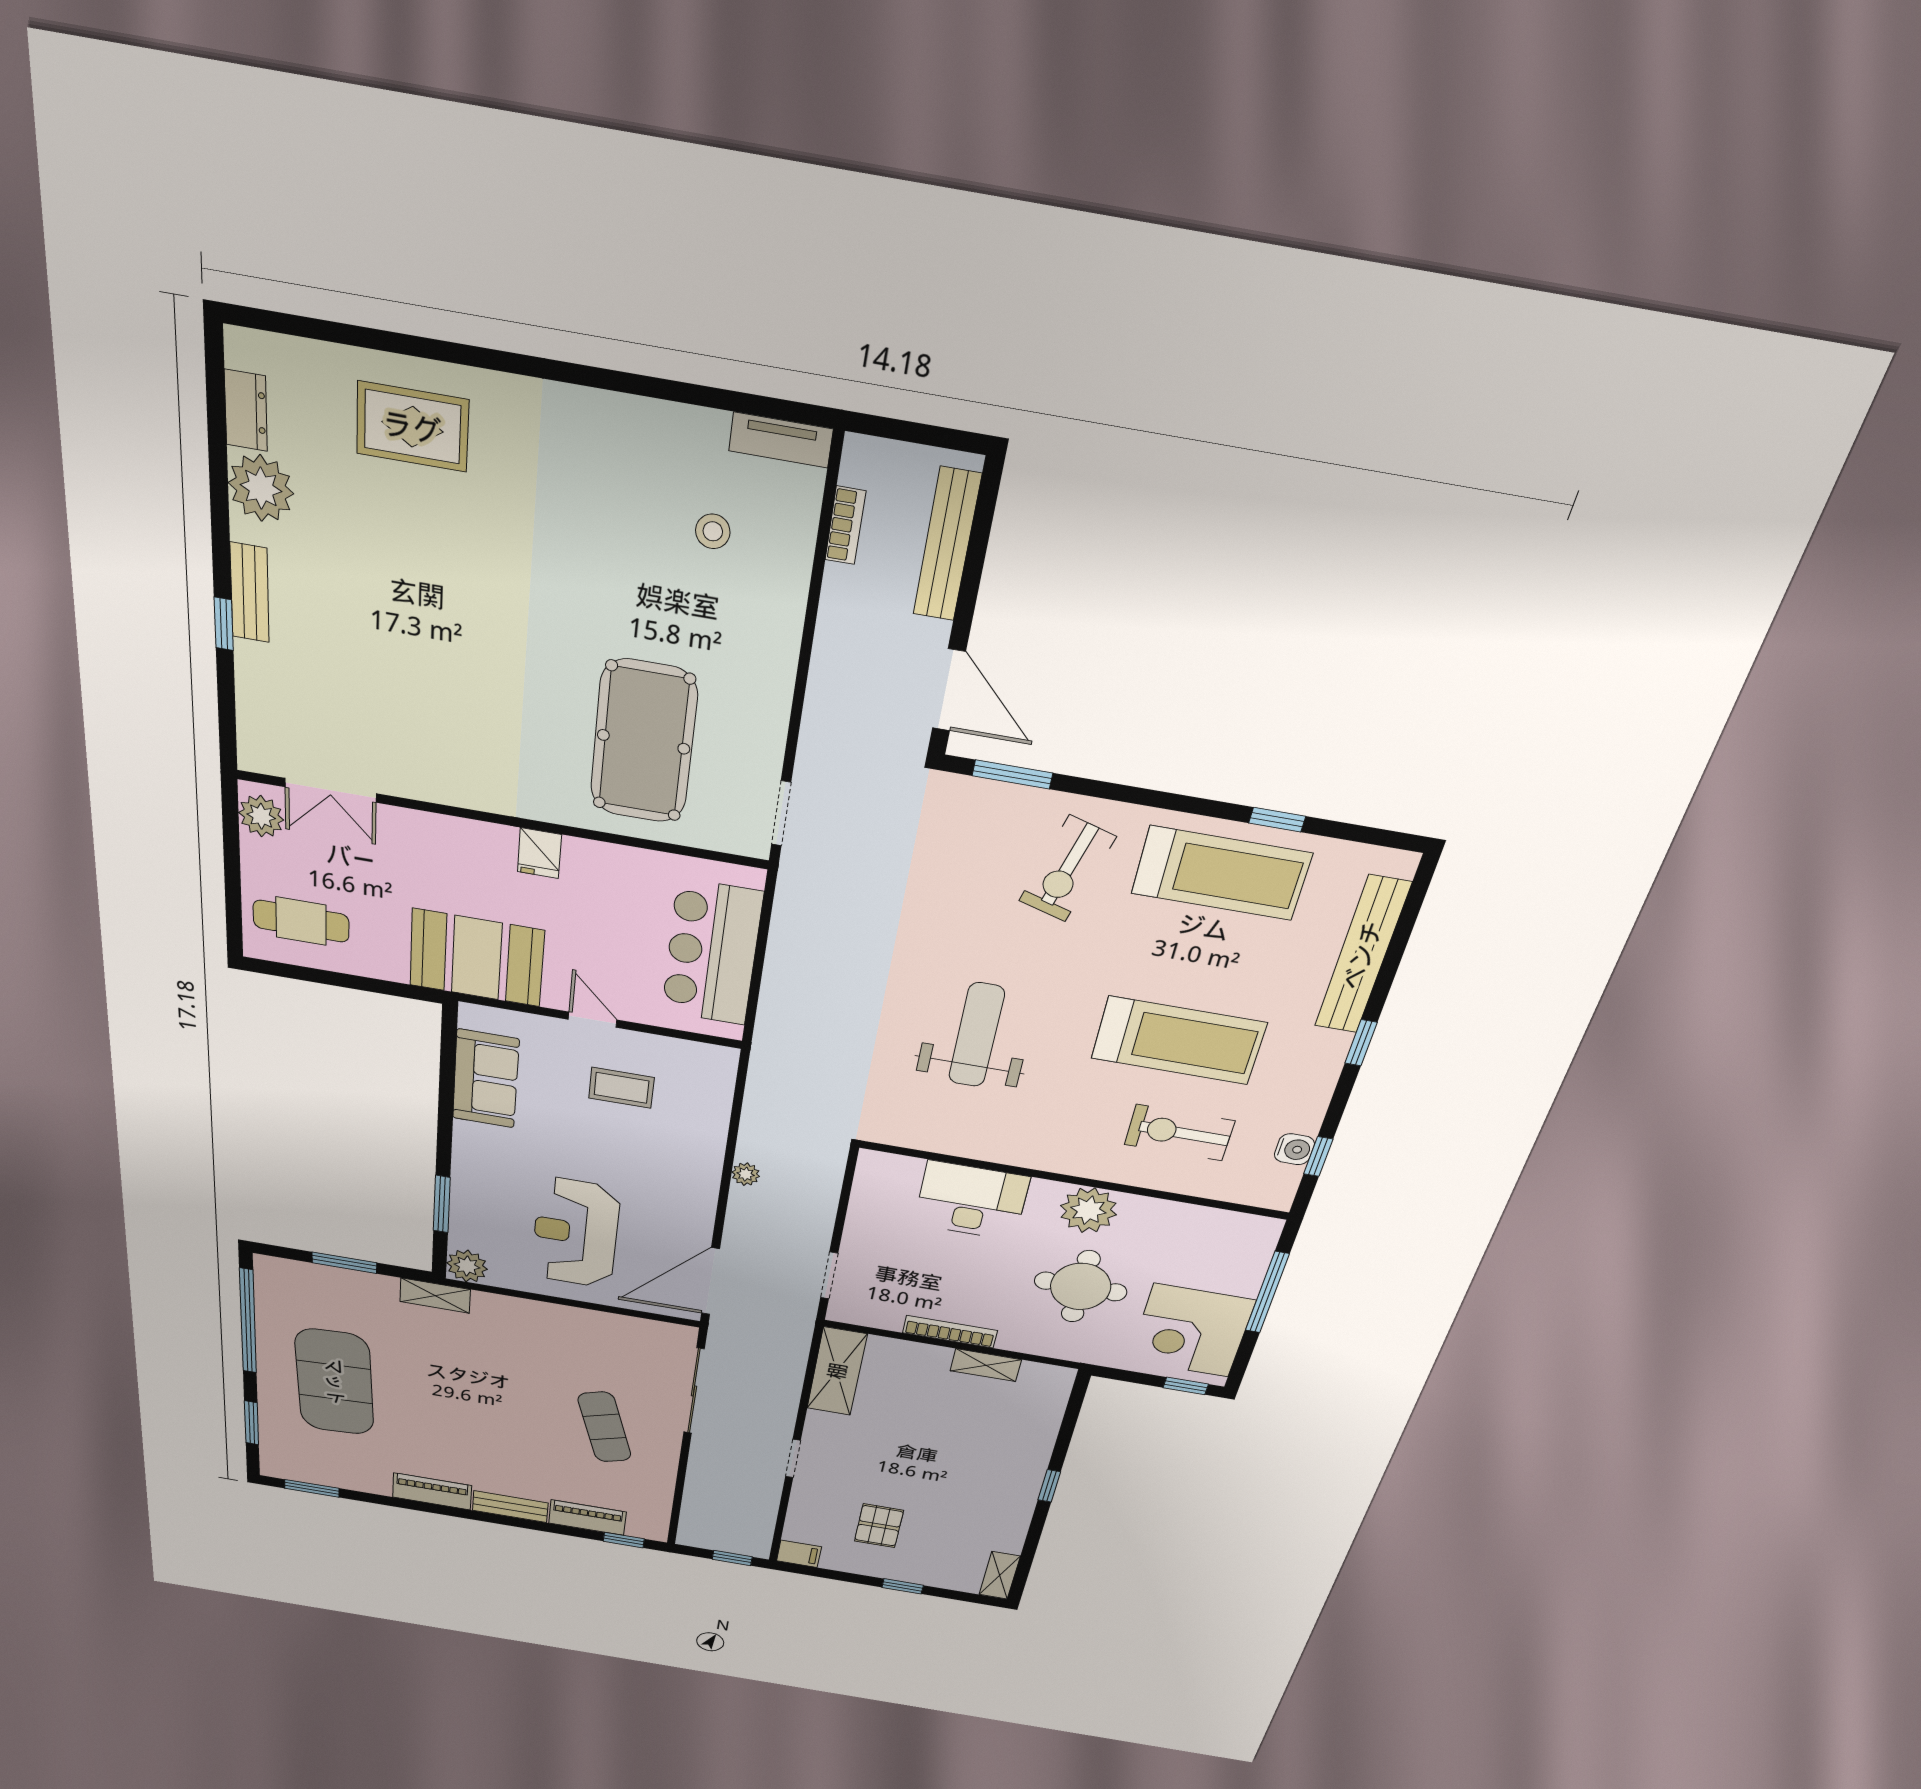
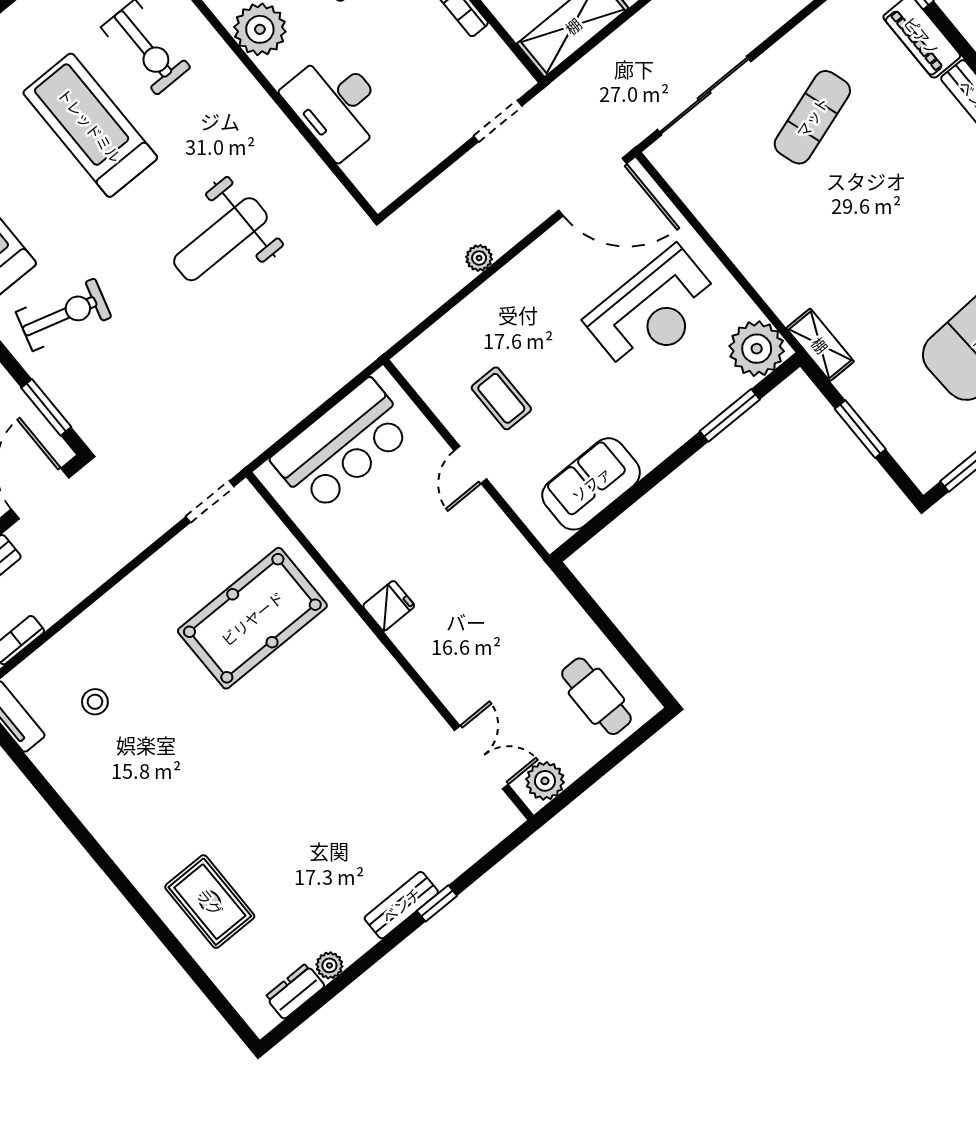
plant: (261, 488) -> (329, 965), width x0.53, depth x0.53
booth: (477, 958) -> (504, 573), removed
plant: (467, 1266) -> (757, 349), width x1.36, depth x1.36

